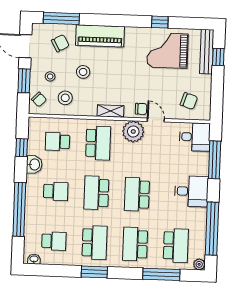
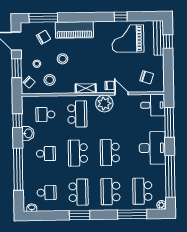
desk: (191, 191) -> (152, 148), width x1.37
school desk: (176, 246) -> (142, 191), turned 180

